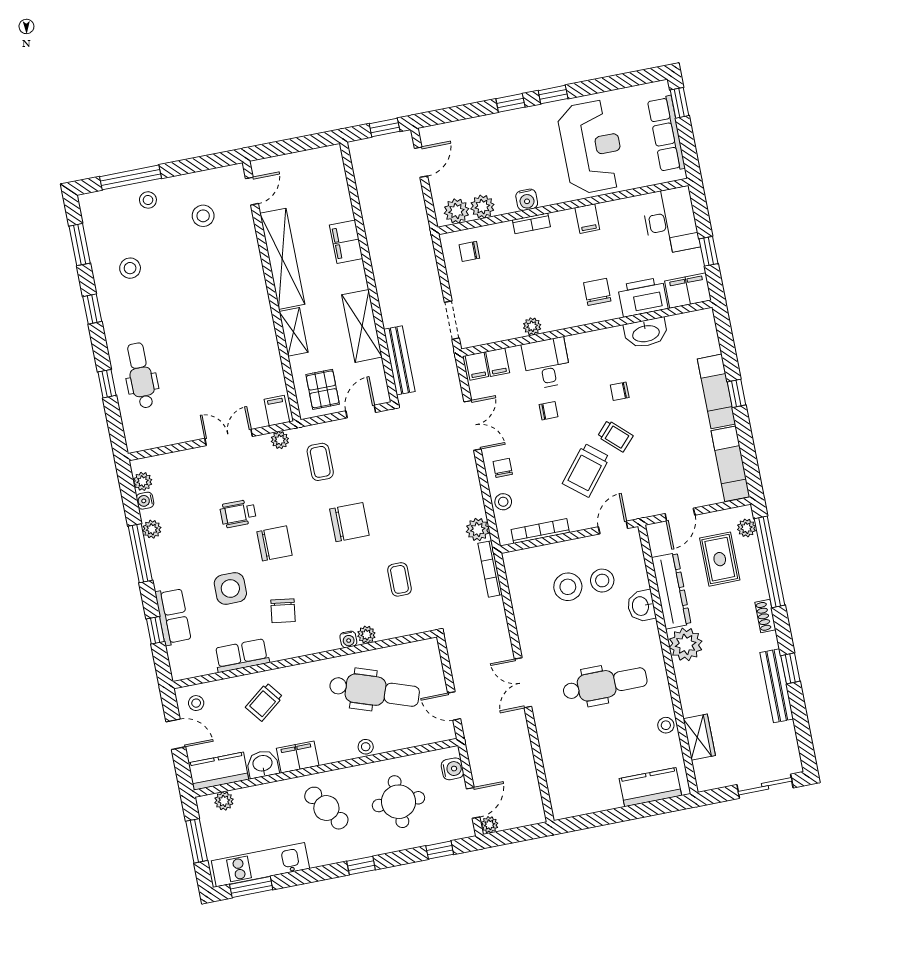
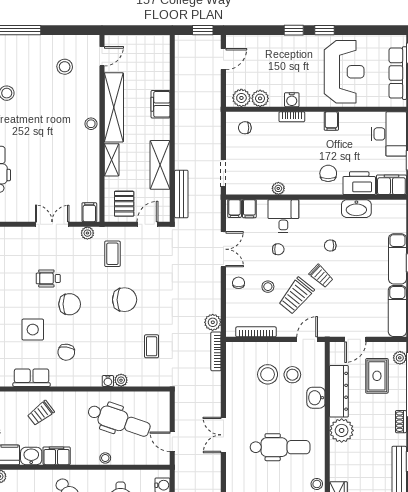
stool: (148, 200) -> (91, 124), moved
stool: (503, 502) -> (268, 287), moved

